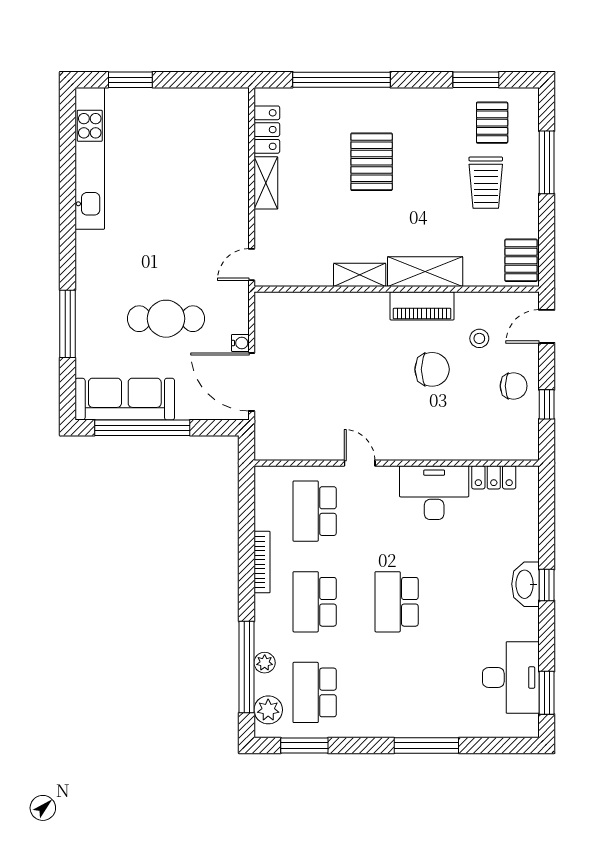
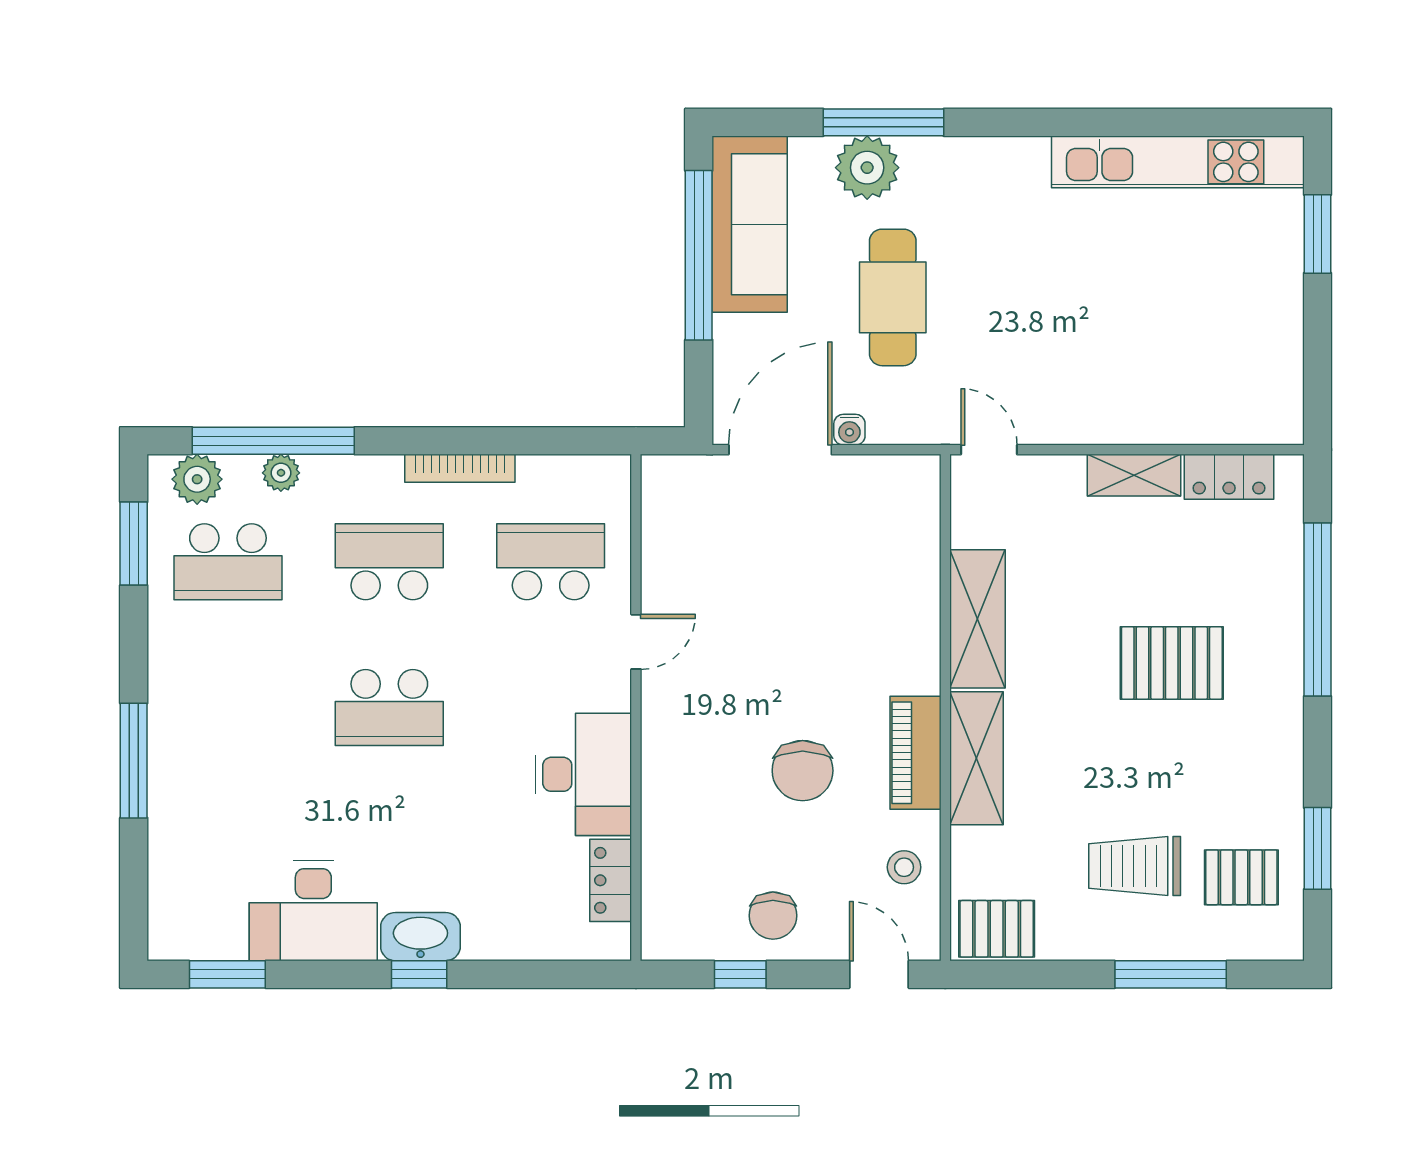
shelving: (360, 275) -> (978, 619), width x1.50, depth x1.33
plant: (93, 333) -> (867, 168), added
stool: (479, 338) -> (904, 867), moved
school desk: (397, 602) -> (389, 708), turned 180
desk: (511, 678) -> (313, 911), moved
school desk: (315, 692) -> (228, 562), turned 180

